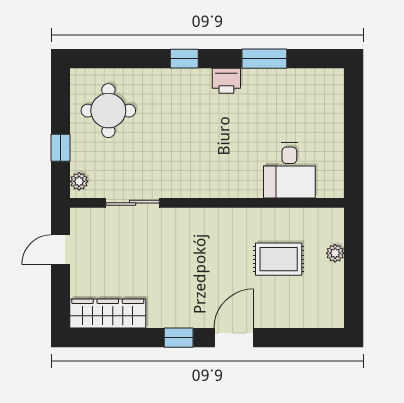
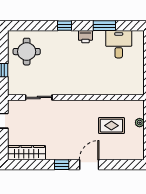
desk: (289, 170) -> (119, 44), moved, turned 180
plant: (79, 181) -> (12, 87), removed

